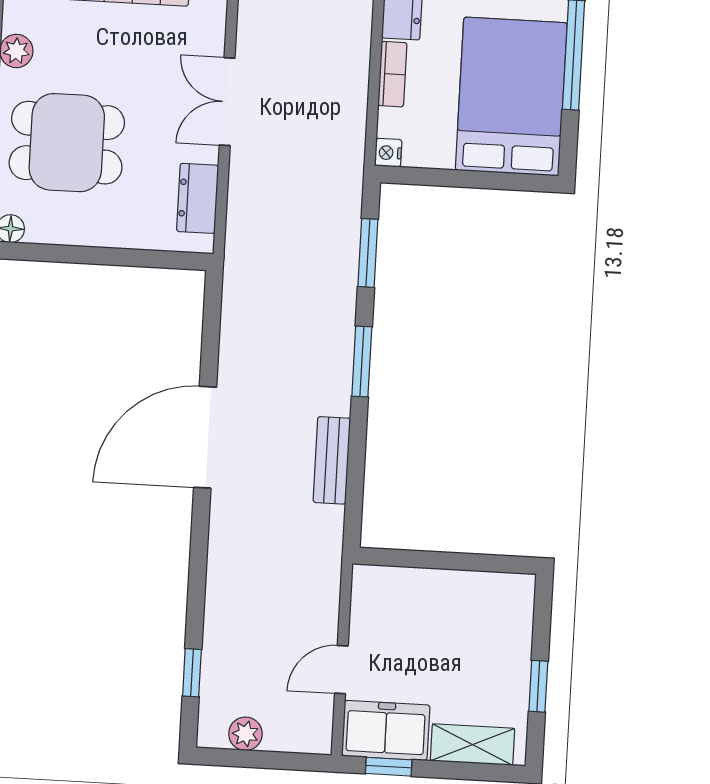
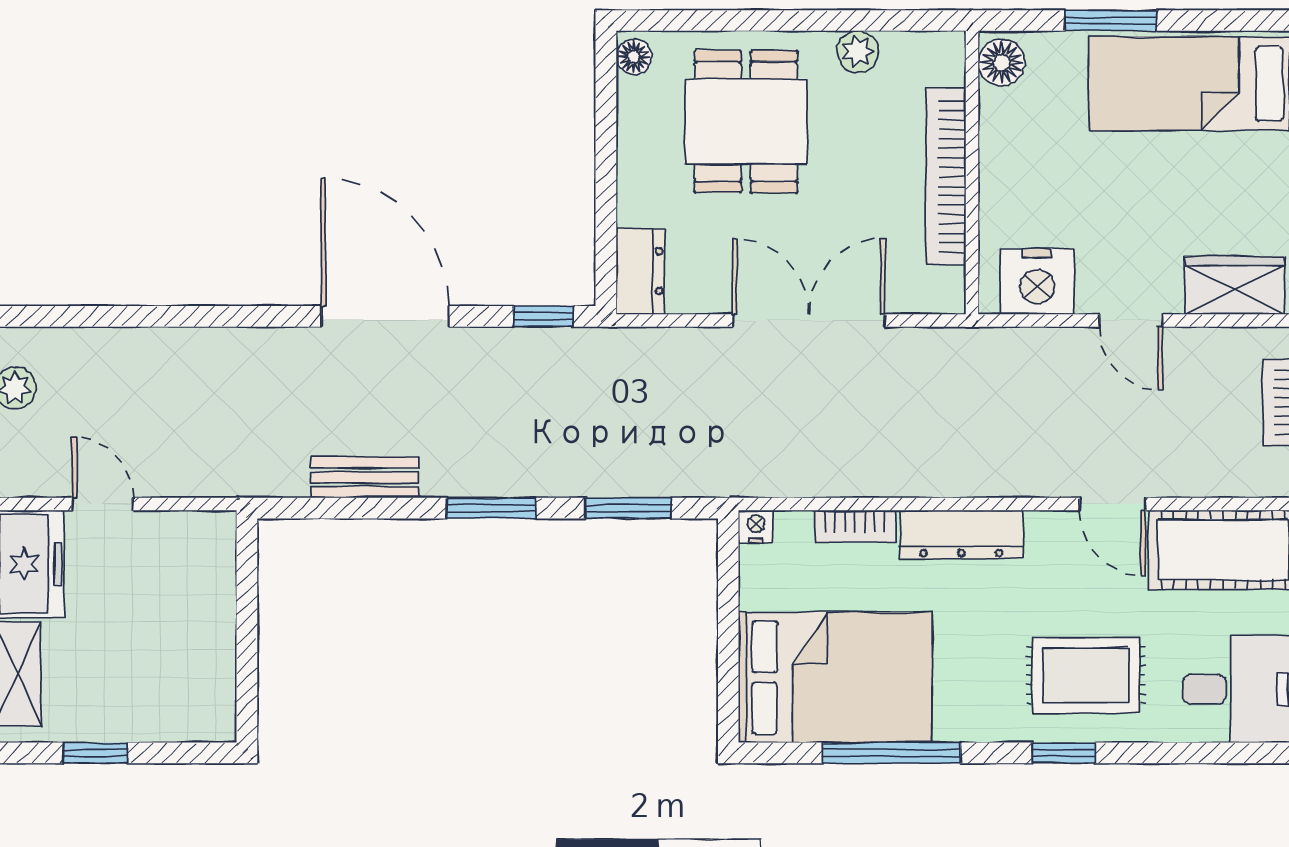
double door: (227, 102) -> (809, 320), width x1.37
dresser: (198, 198) -> (640, 271), moved, turned 90
window: (192, 673) -> (543, 316), moved

